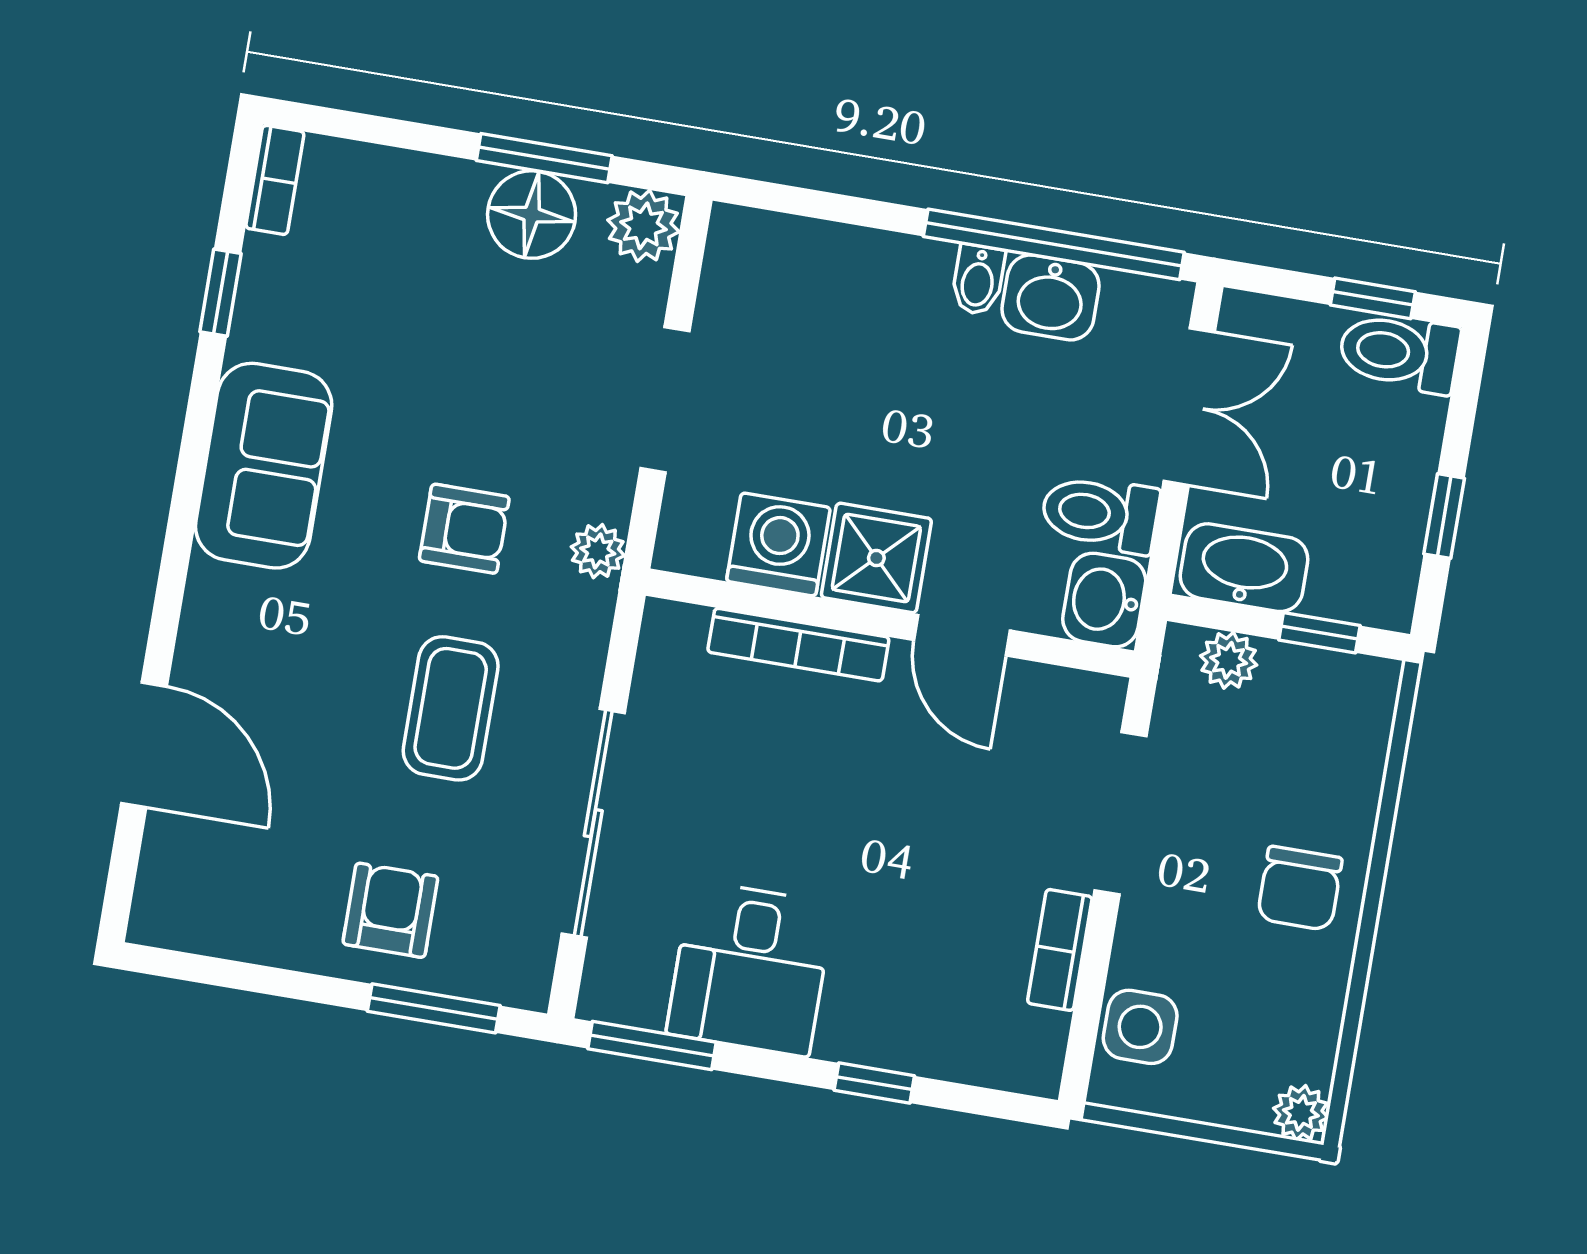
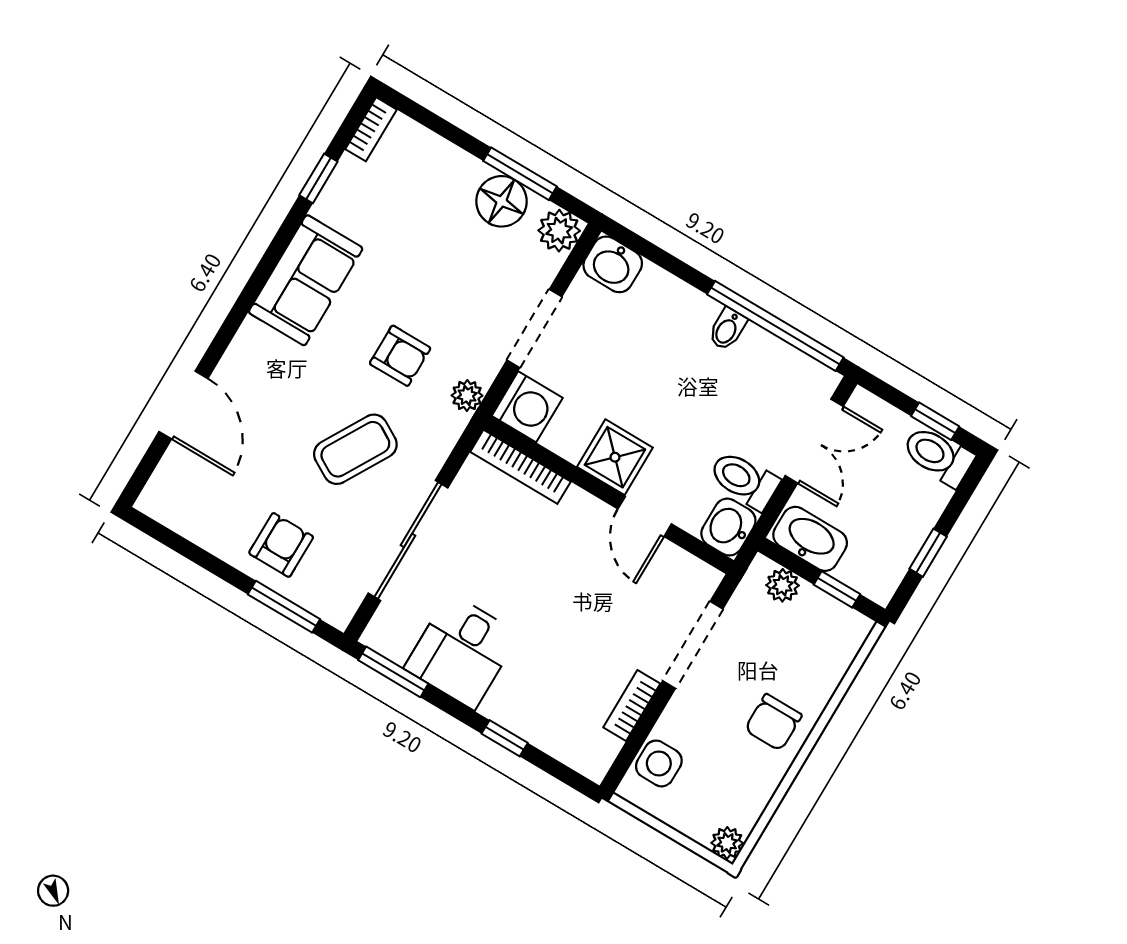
washbasin: (1051, 297) -> (613, 264), moved
washing machine: (778, 544) -> (527, 407), moved, turned 90
bookcase: (798, 645) -> (520, 467), moved
coffee table: (451, 708) -> (355, 449), turned 30

